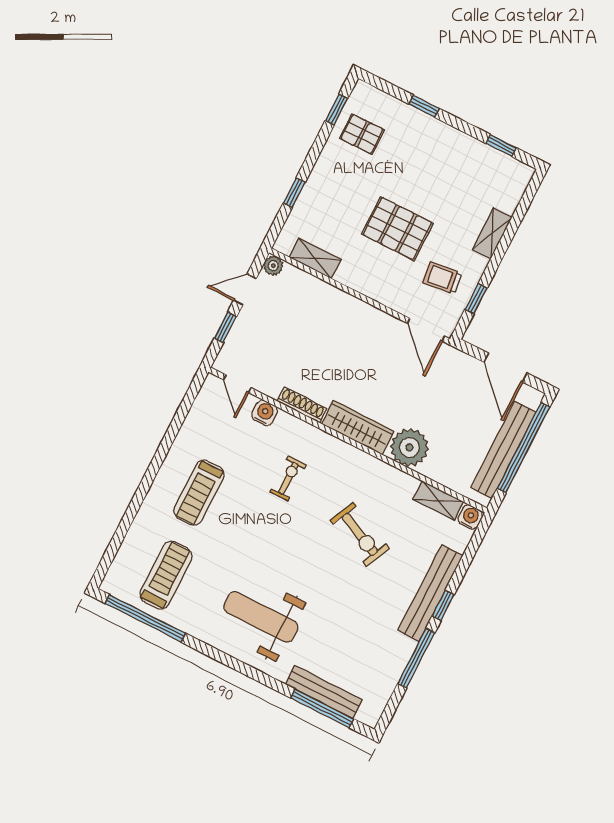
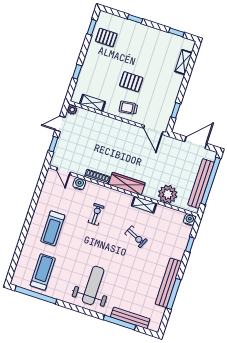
pallet: (397, 229) -> (131, 82), width x0.67, depth x0.71
shelving: (492, 233) -> (183, 62), moved
trolley: (442, 278) -> (128, 108), moved
door: (506, 368) -> (196, 143), swing flipped
plant: (409, 447) -> (168, 194), moved
shelving: (438, 501) -> (144, 205), moved
exercise bike: (360, 534) -> (136, 237), width x0.73, depth x0.72
bench: (431, 593) -> (168, 283), moved
window: (443, 605) -> (190, 244), moved
weight bench: (261, 617) -> (93, 285), turned 90
window: (322, 708) -> (119, 323), moved

